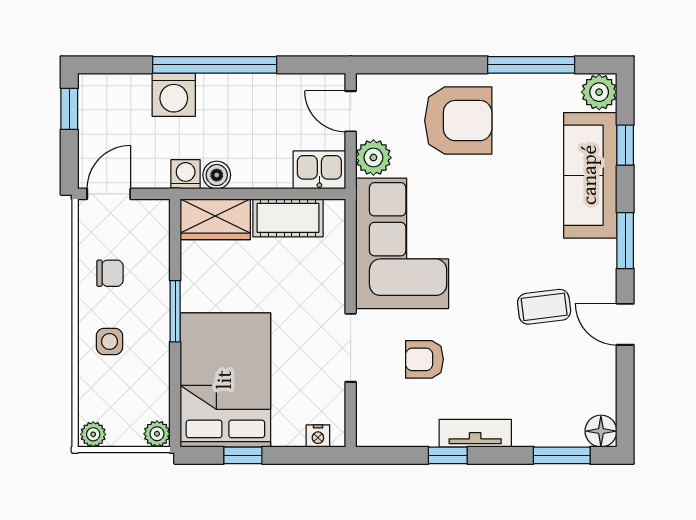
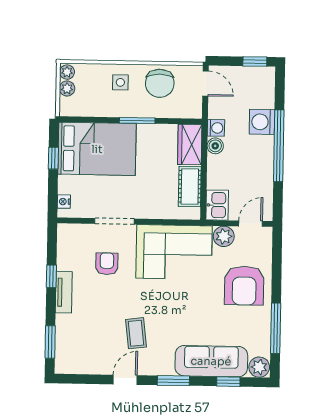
chair: (110, 273) -> (160, 83), width x1.87, depth x1.87
floor lamp: (601, 431) -> (64, 365), removed
plant: (157, 434) -> (67, 88), moved

